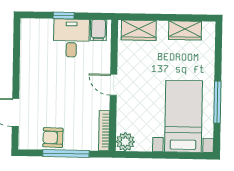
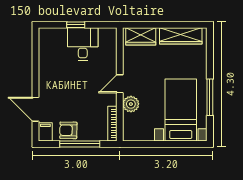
filing cabinet: (98, 30) -> (45, 132), moved, turned 180
wardrobe: (185, 30) -> (181, 36), width x1.50
door: (113, 85) -> (120, 84), hinge flipped
plant: (125, 142) -> (131, 104), moved

